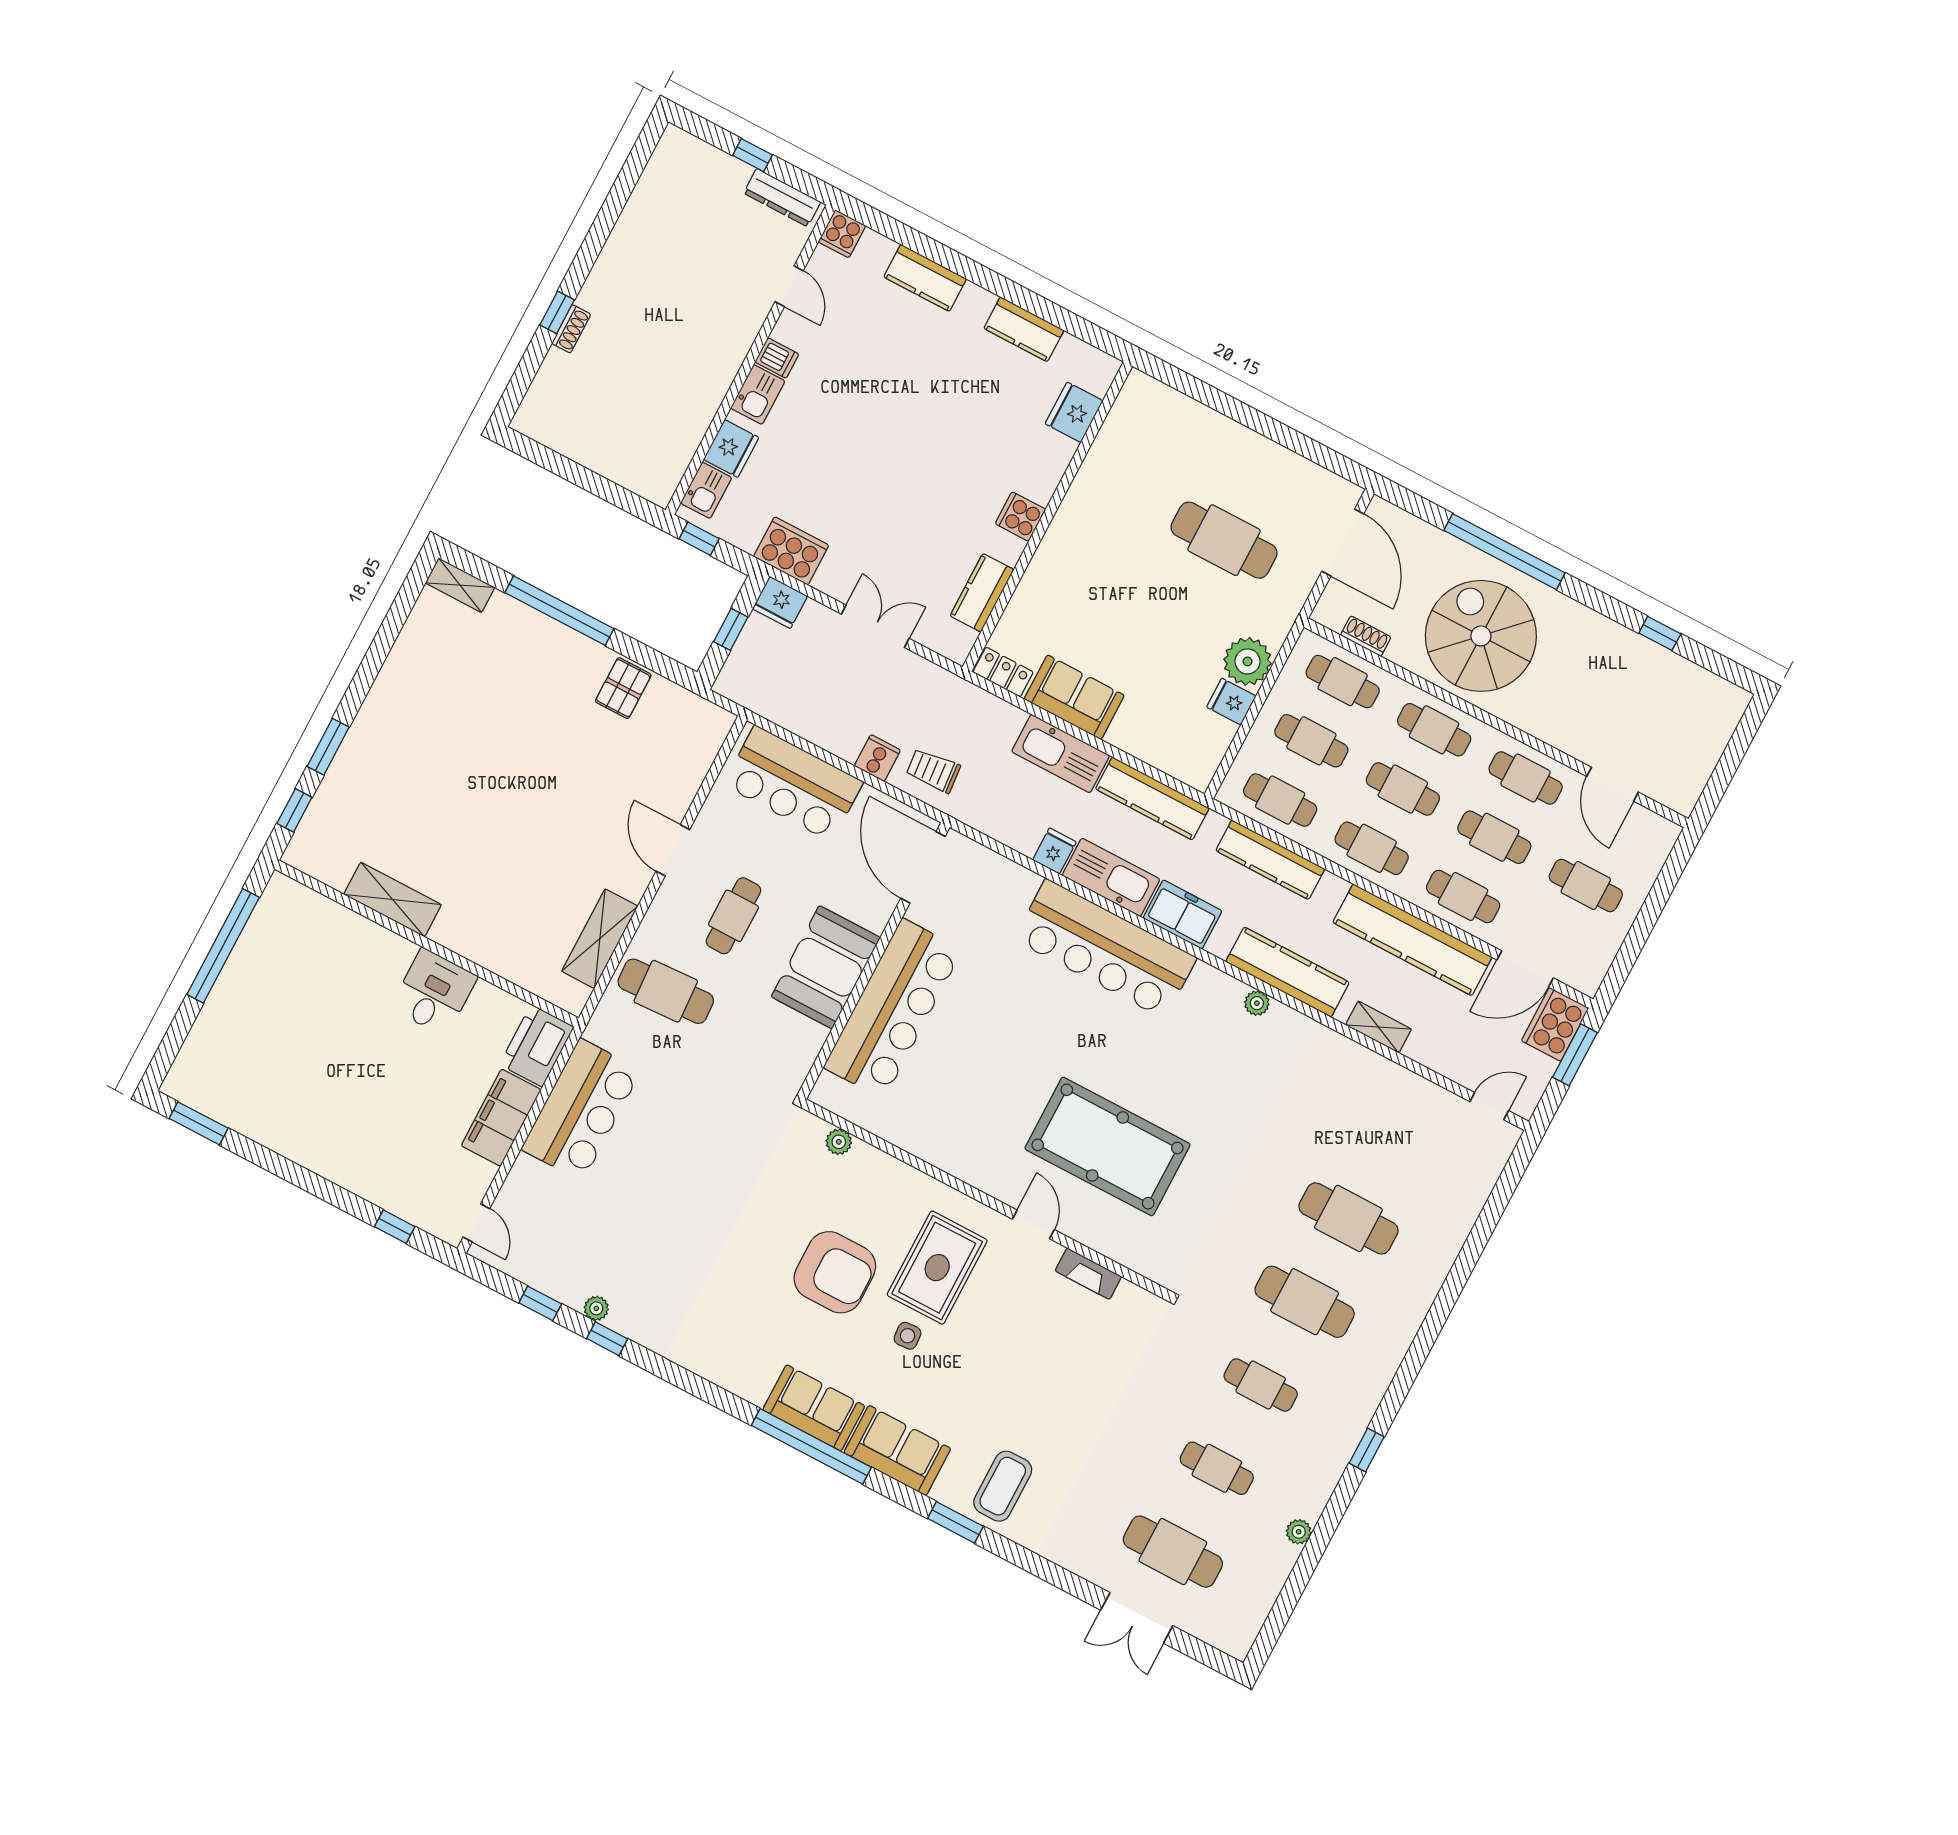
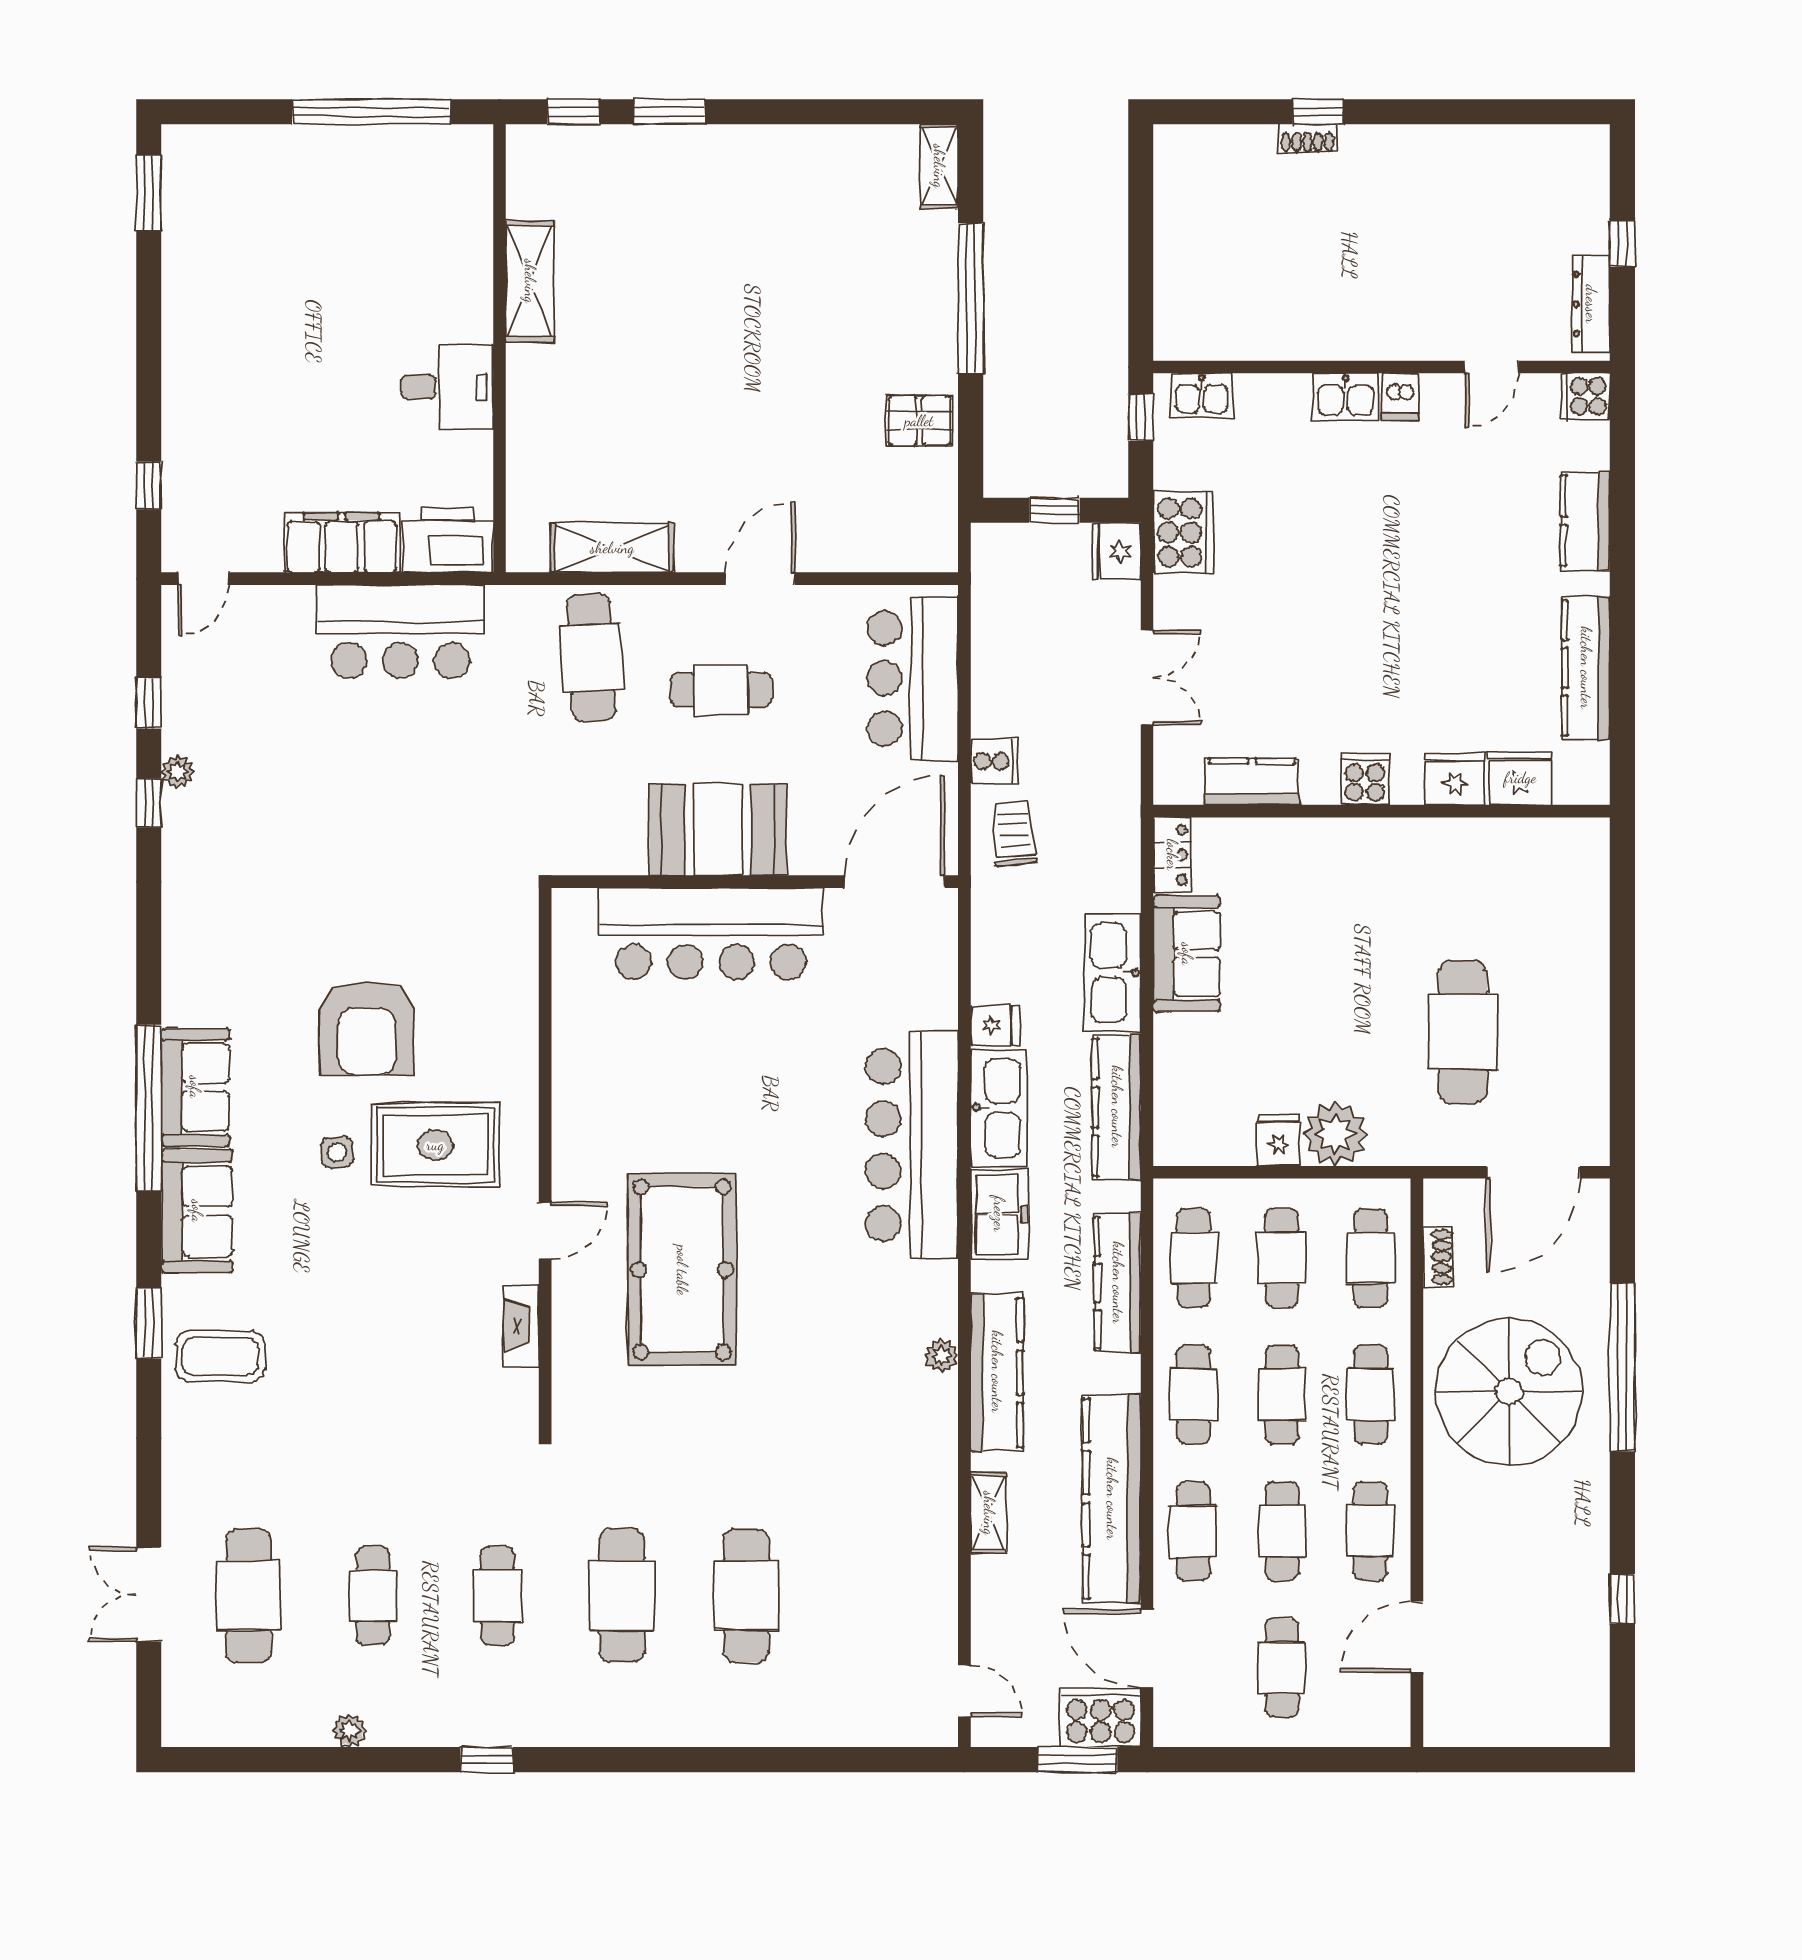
kitchen counter: (1024, 329) -> (1586, 668), width x1.50
fridge: (731, 448) -> (1455, 779), moved, turned 180
plant: (839, 1142) -> (522, 952), removed

